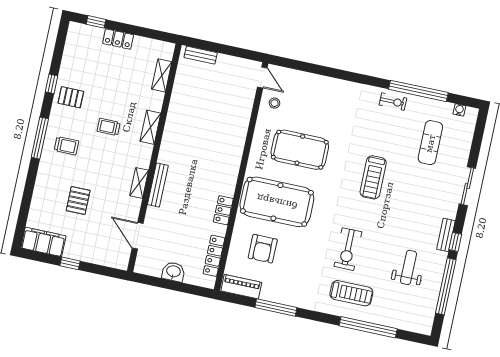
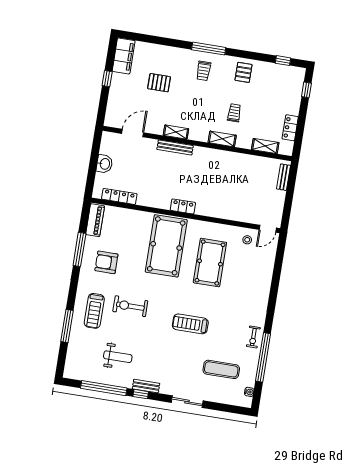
locker: (118, 39) -> (290, 128), moved
window: (51, 84) -> (283, 61), moved
trolley: (109, 127) -> (234, 113), moved
locker: (223, 210) -> (183, 206), moved
armchair: (263, 249) -> (106, 262), moved
window: (368, 327) -> (67, 326), width x0.68

